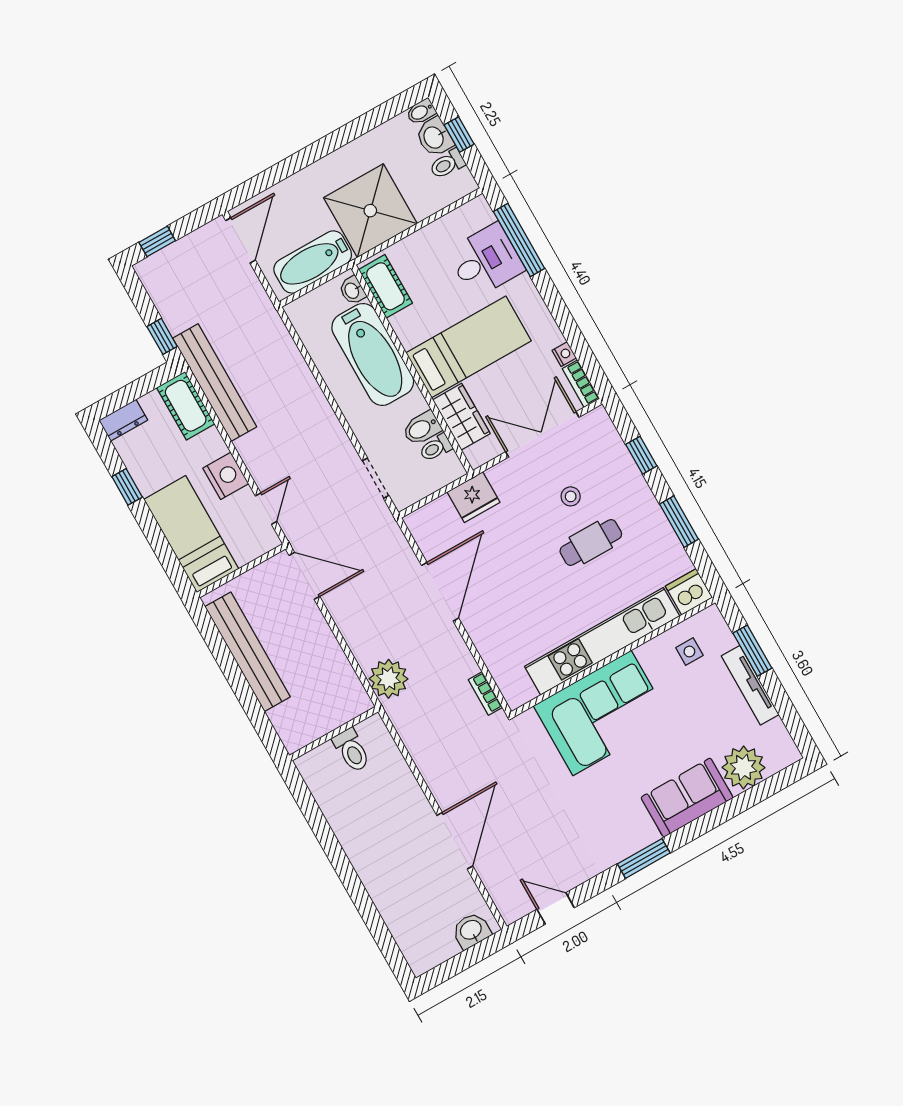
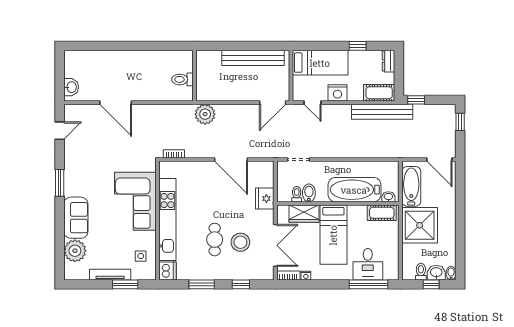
stool: (571, 496) -> (240, 242), width x1.89, depth x1.89

